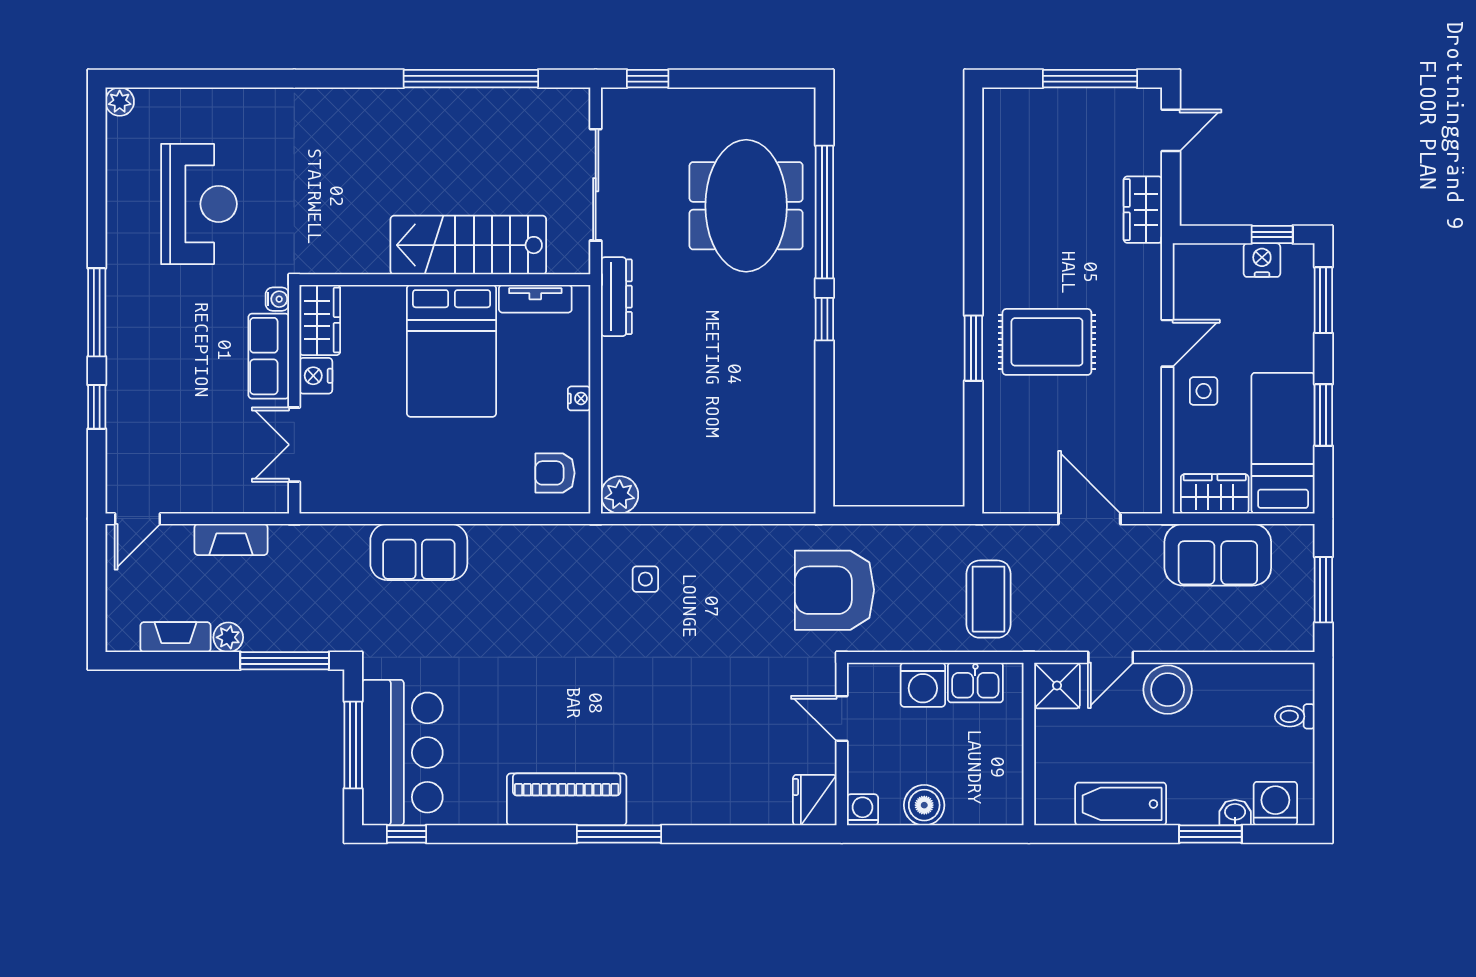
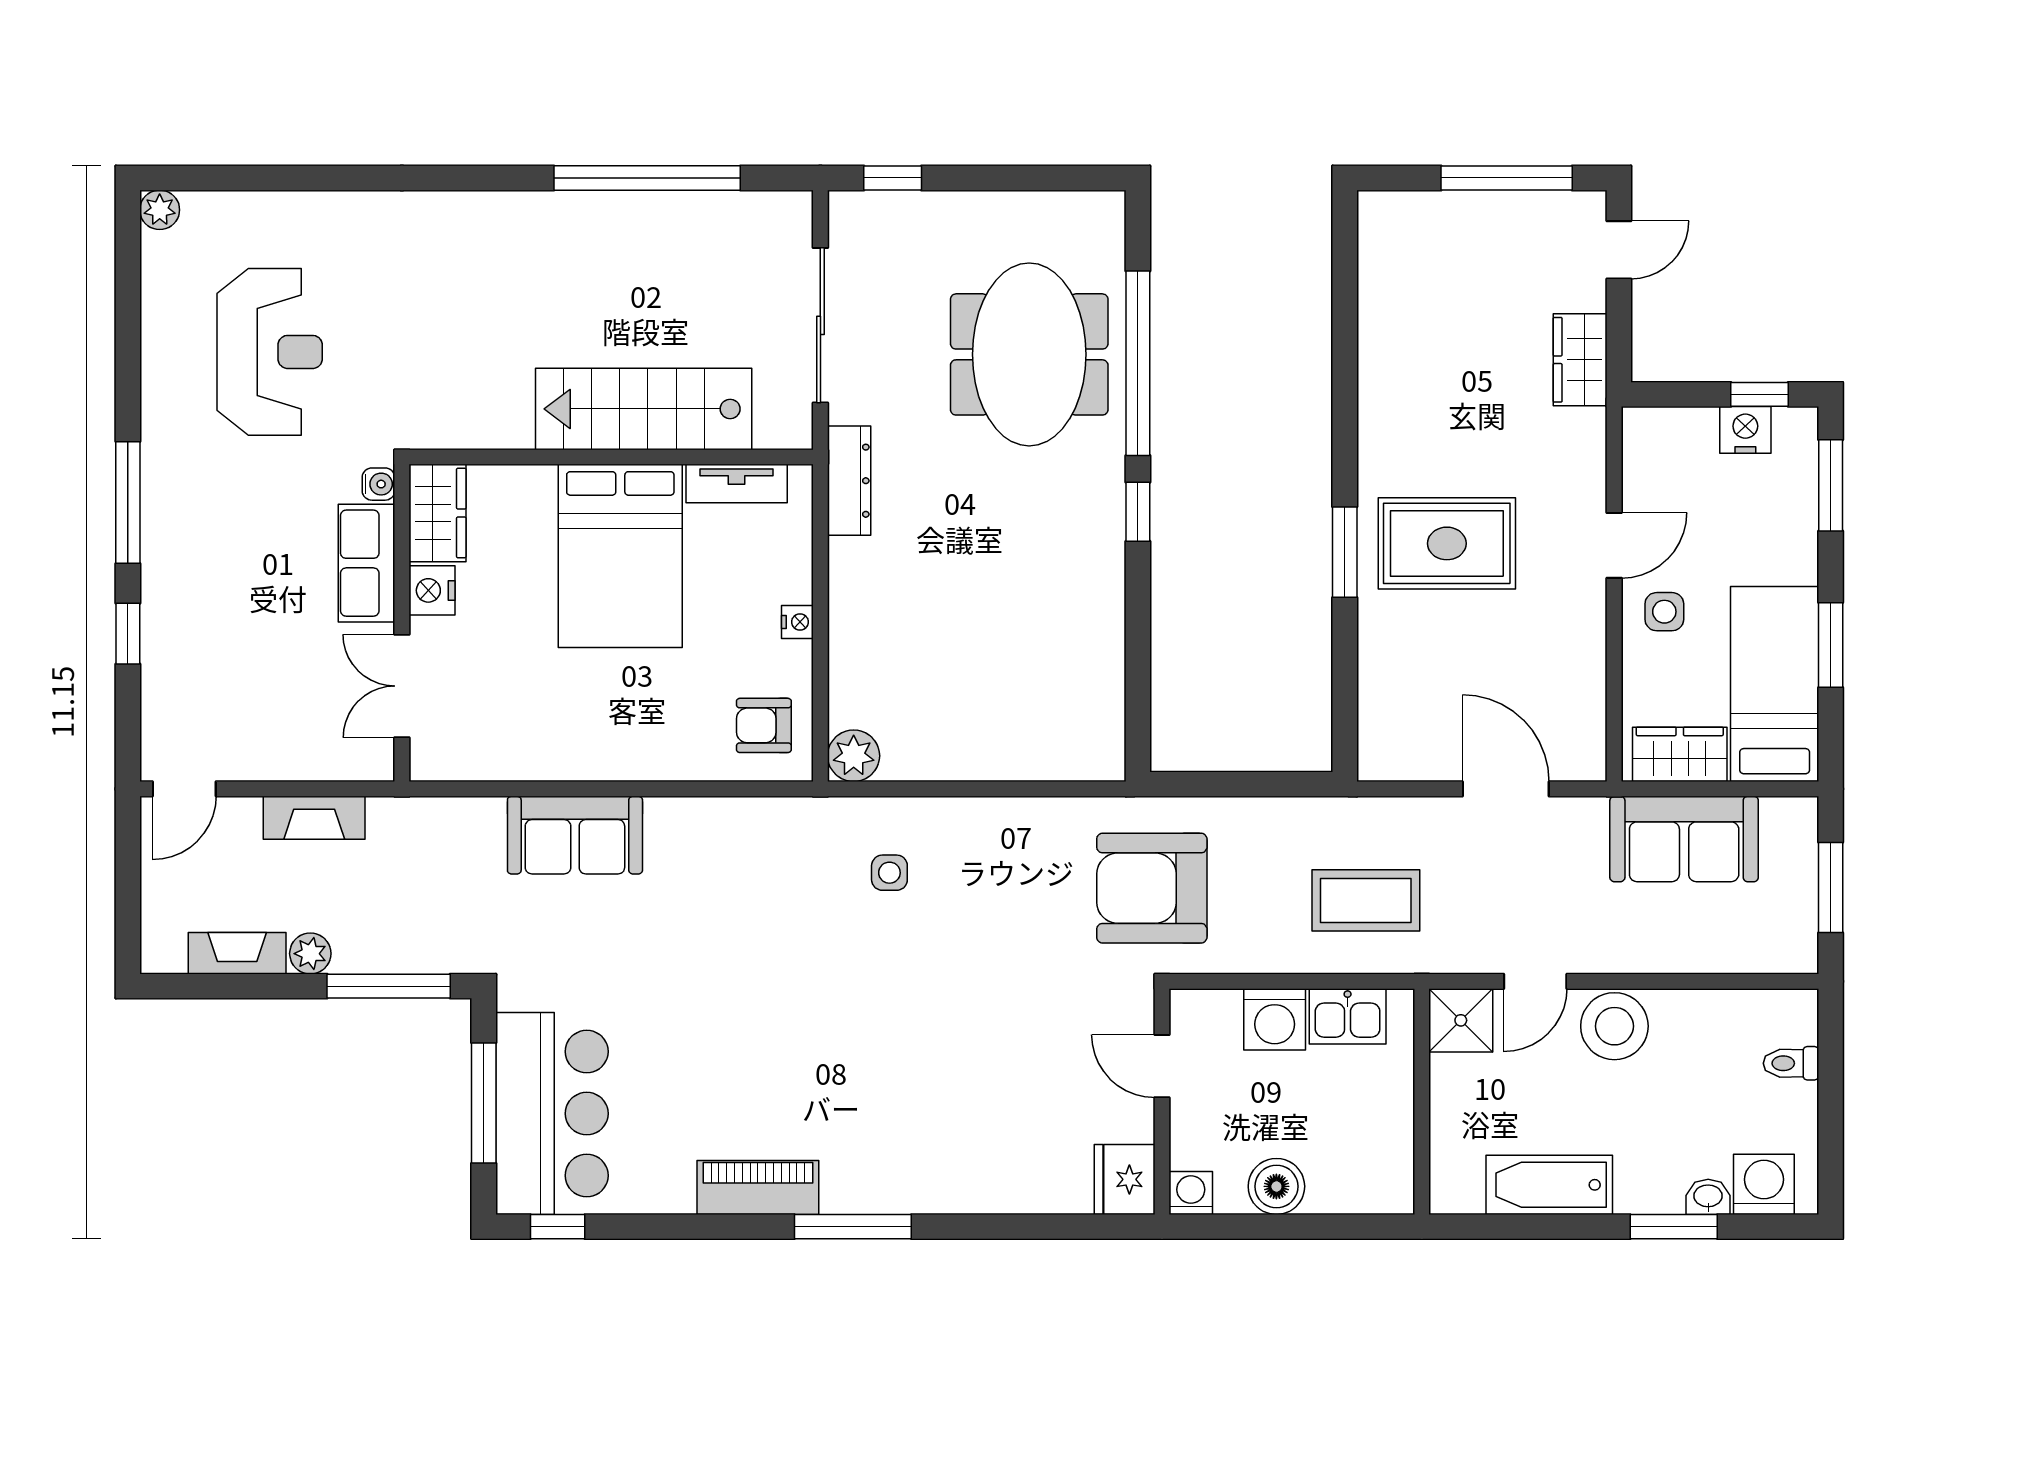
coffee table: (989, 599) -> (1366, 900), turned 90
piano: (567, 799) -> (758, 1187), width x0.73, depth x0.75

